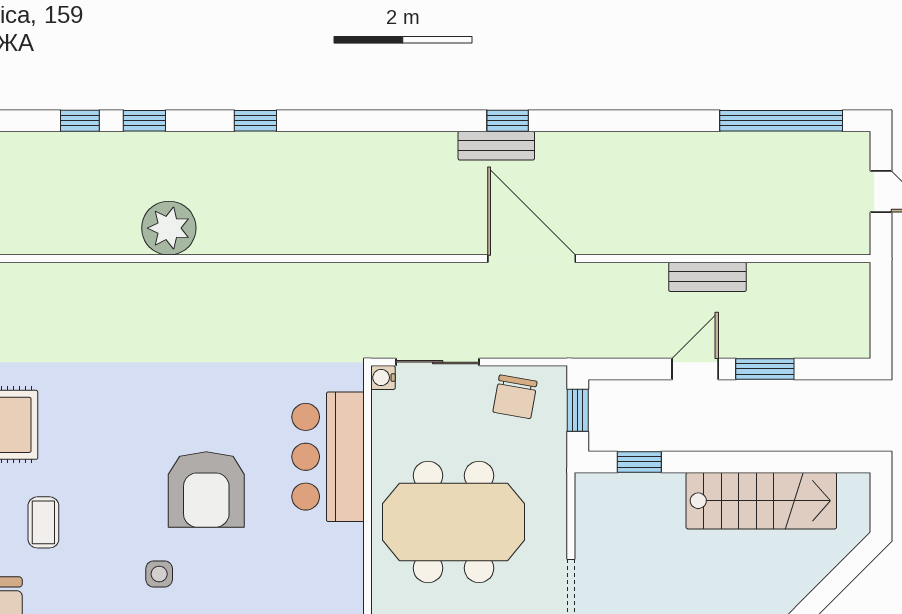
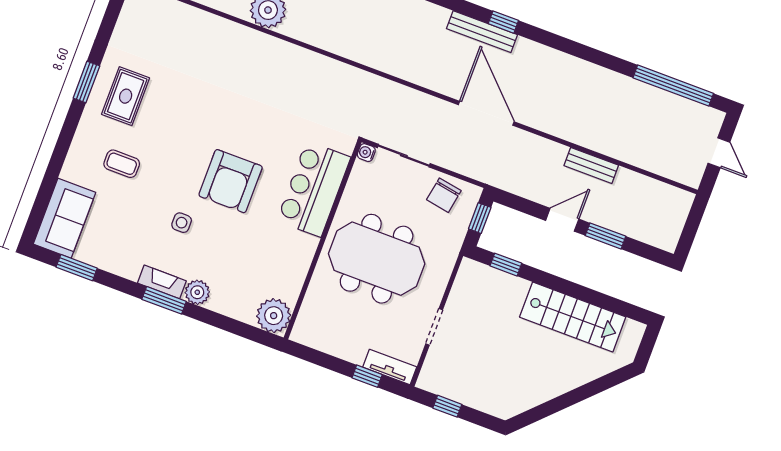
bench: (496, 146) -> (482, 32), width x1.36
coffee table: (43, 522) -> (122, 164), turned 90

